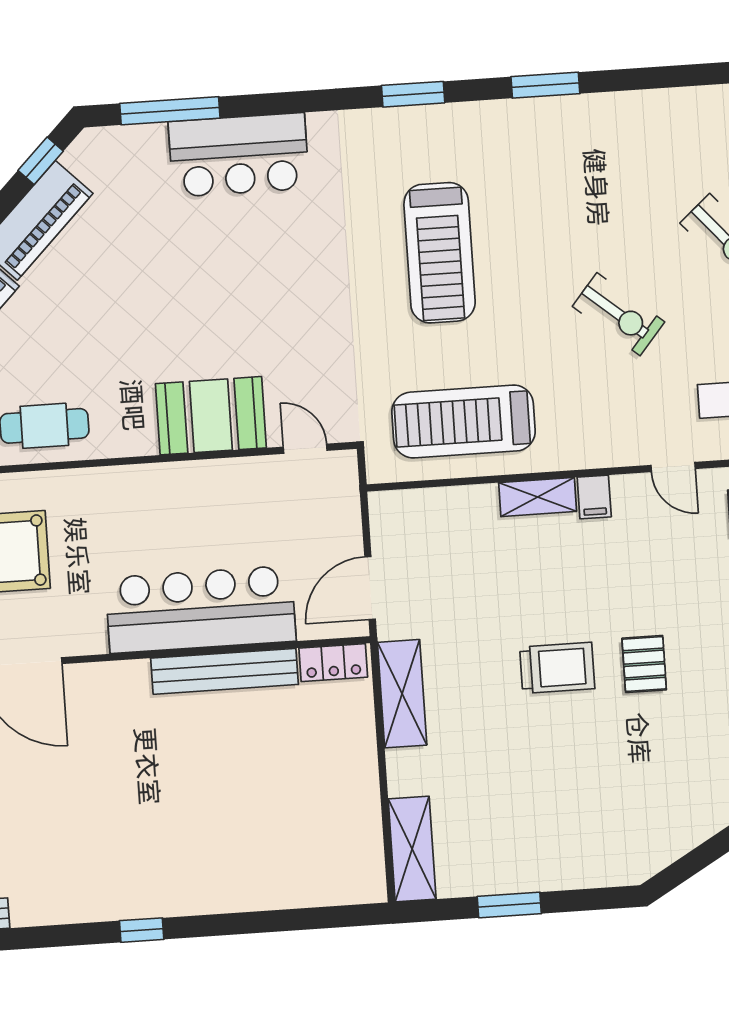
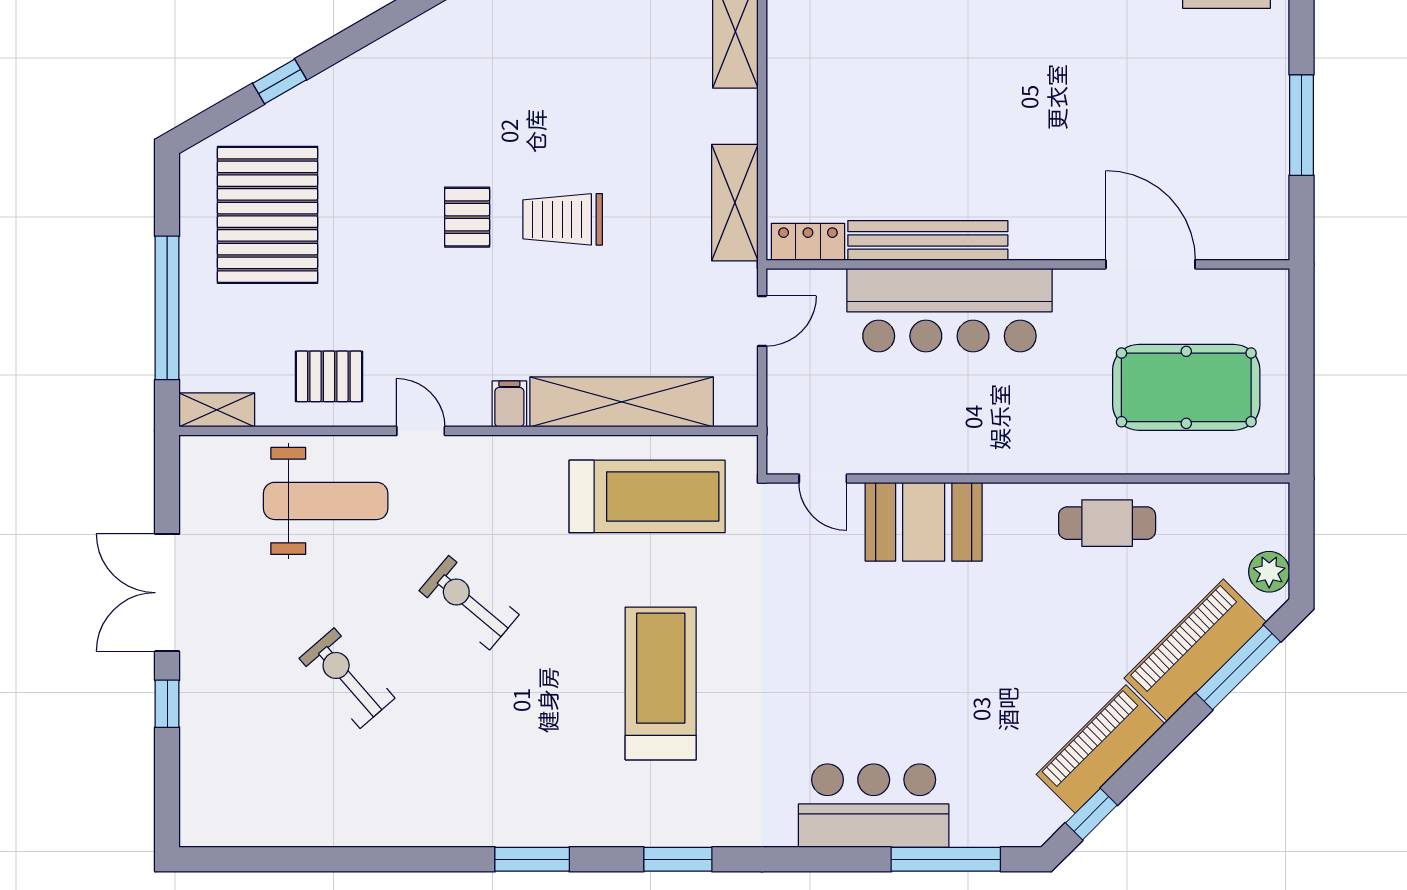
shelving: (538, 497) -> (622, 402), width x2.20, depth x1.33
door: (370, 588) -> (762, 321), width x0.73

